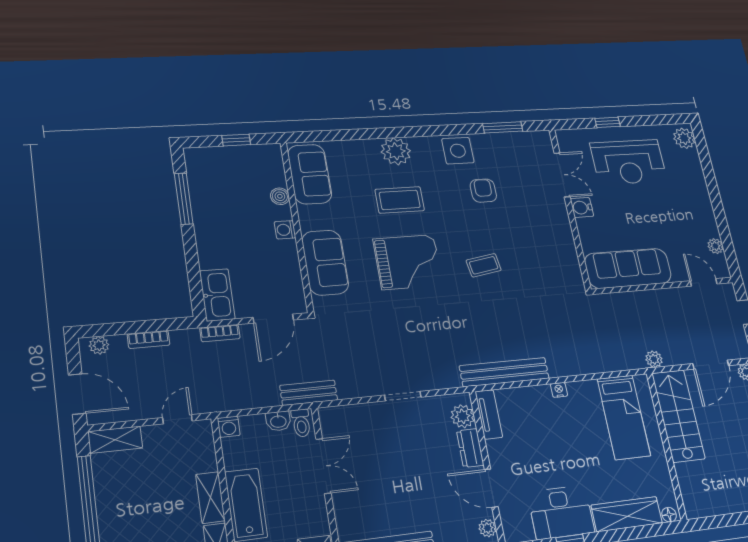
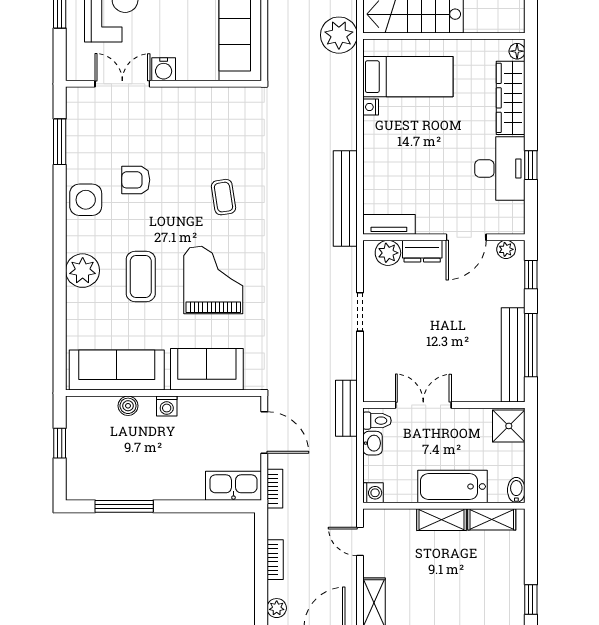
sofa: (310, 174) -> (117, 370), width x1.36
plant: (654, 359) -> (339, 35), width x1.88, depth x1.88
nightstand: (559, 390) -> (371, 107), moved

